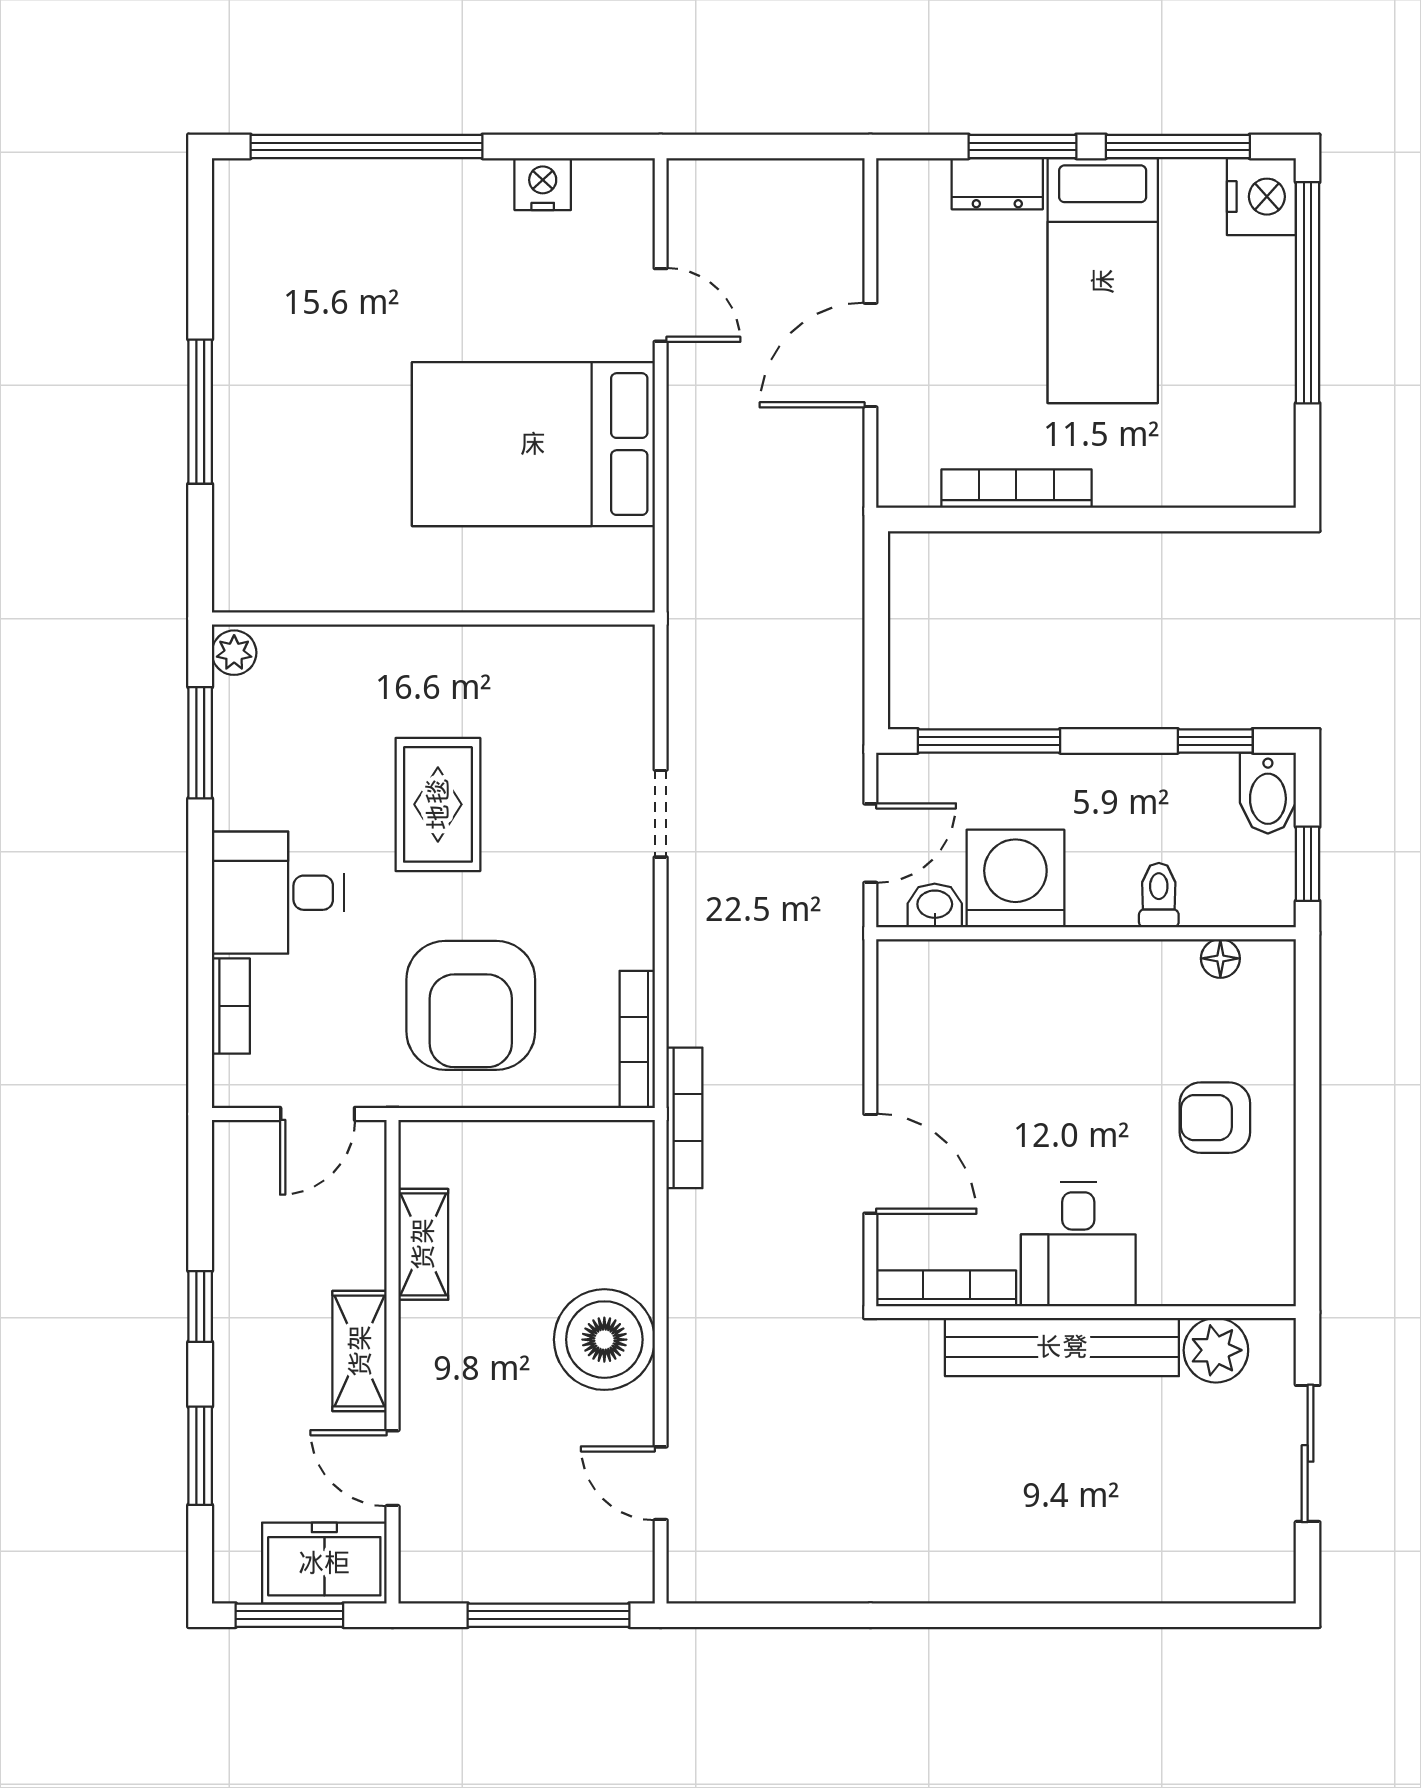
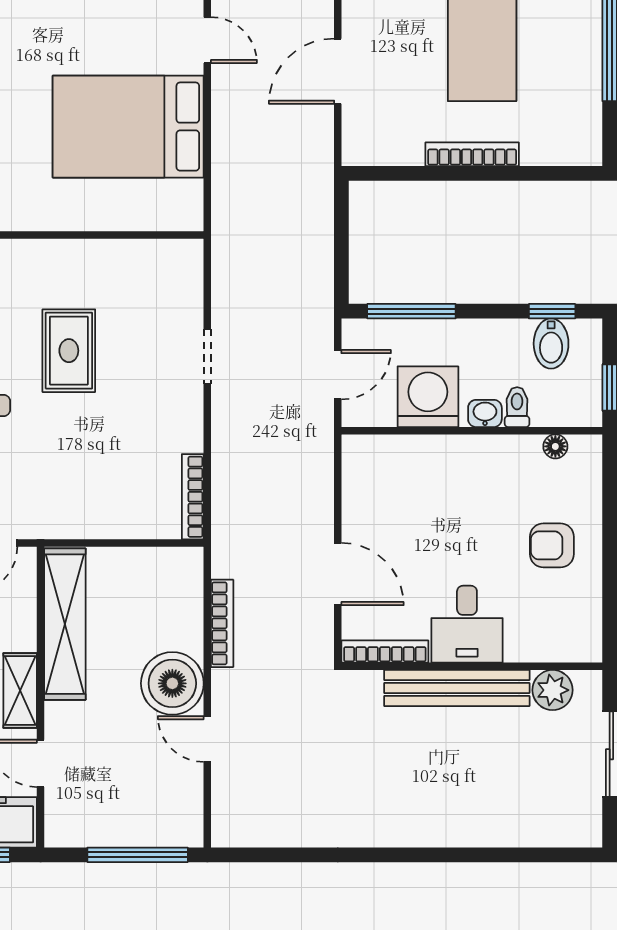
bookcase: (1016, 489) -> (472, 154), moved
bidet: (1268, 793) -> (551, 344), moved
washbasin: (935, 905) -> (485, 413), moved
armchair: (471, 1005) -> (89, 476), removed
bookcase: (684, 1118) -> (222, 623), moved
shelving: (423, 1244) -> (65, 624), width x2.20, depth x1.33
door: (661, 1483) -> (207, 739), moved

